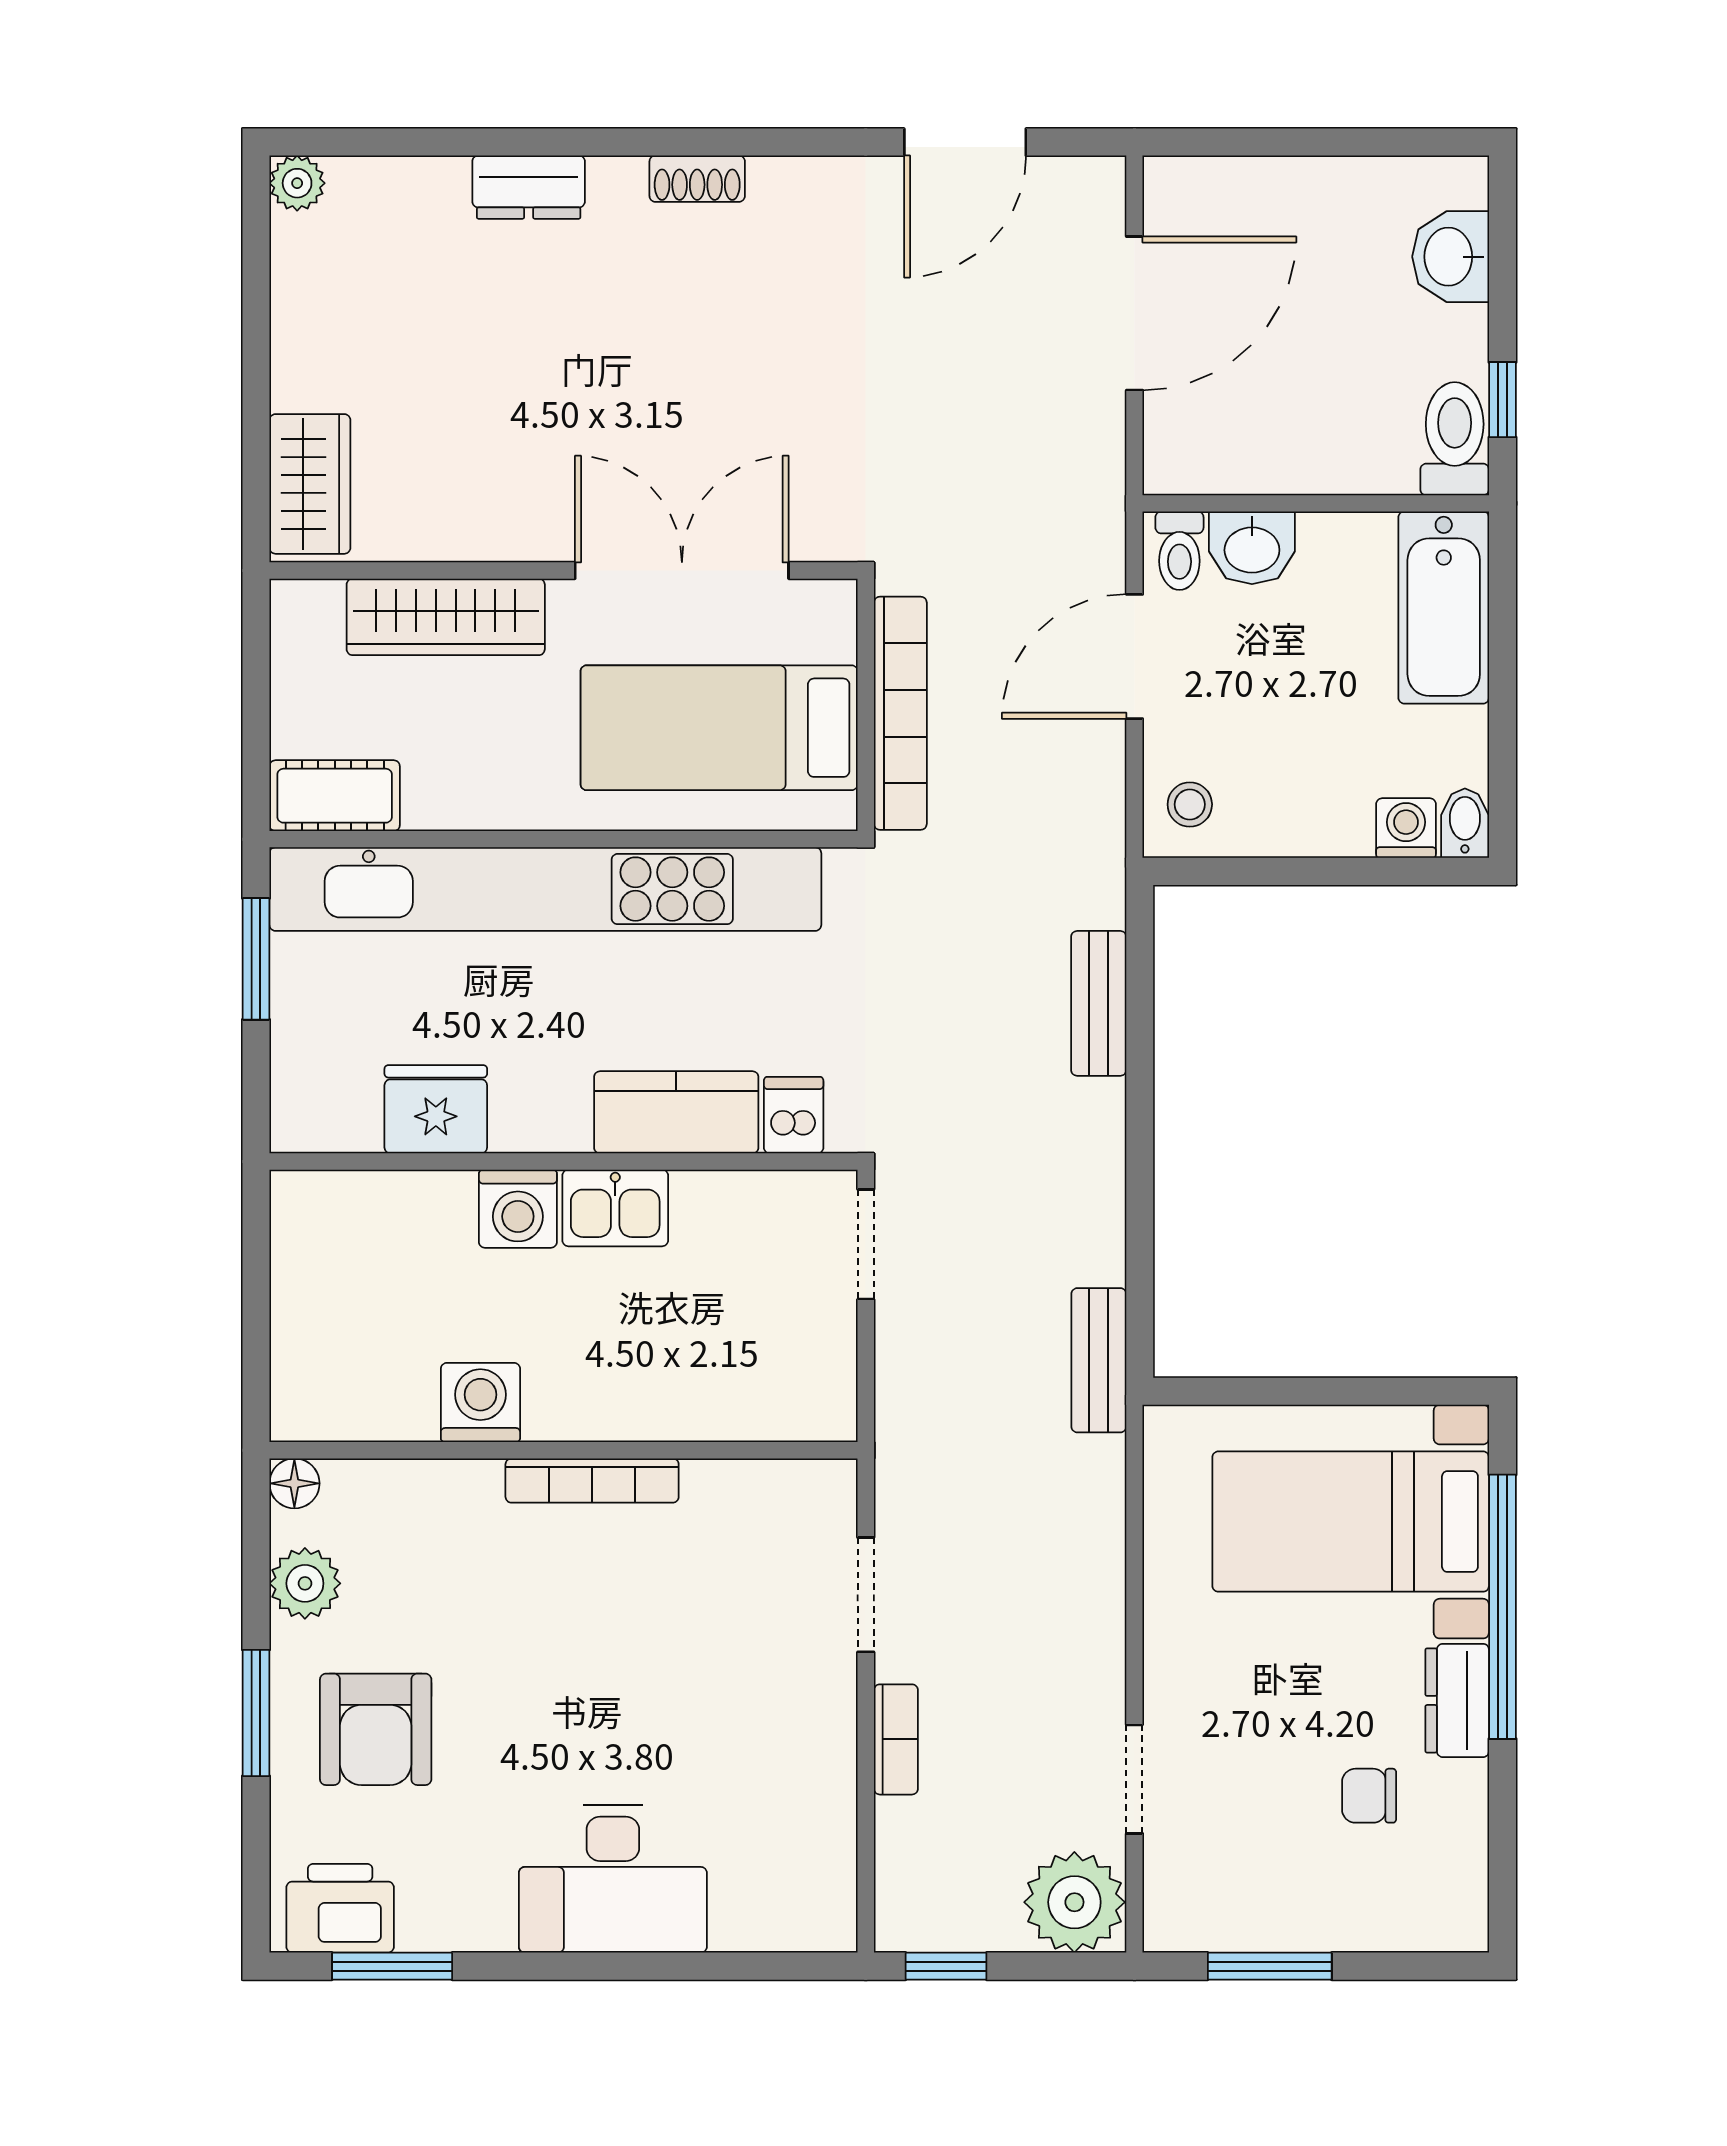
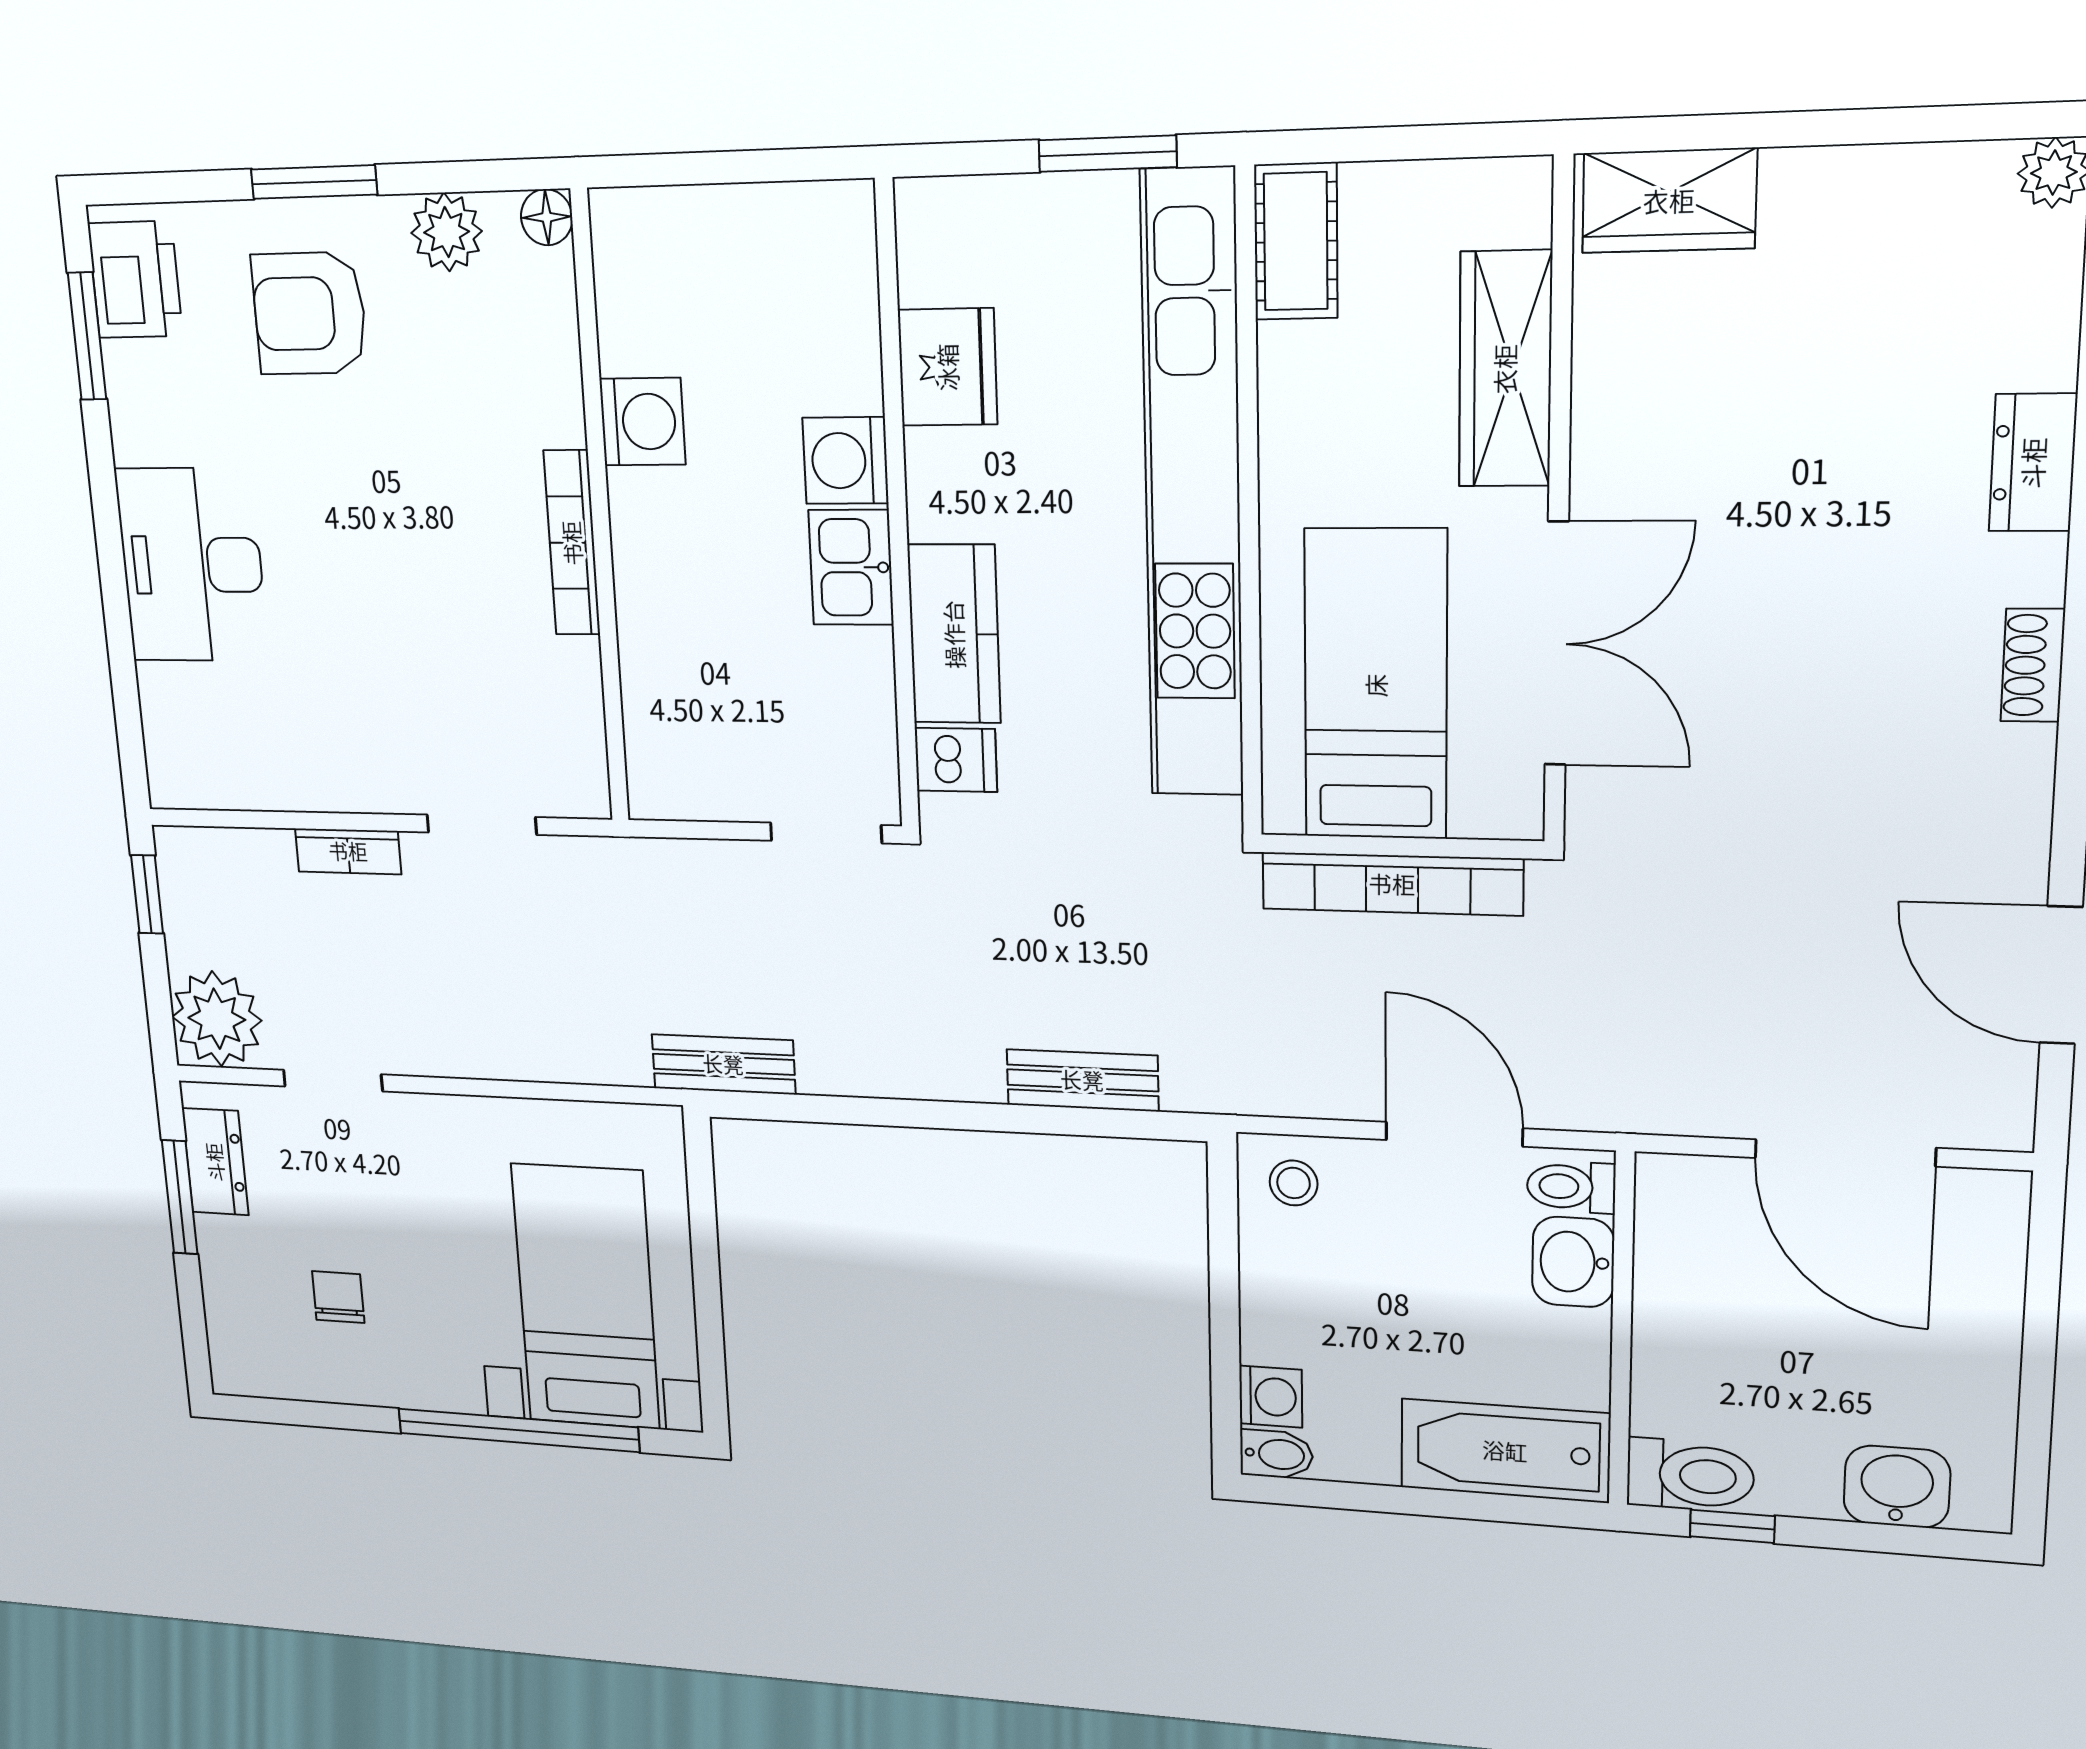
dresser: (1457, 1700) -> (215, 1162), moved, turned 90

